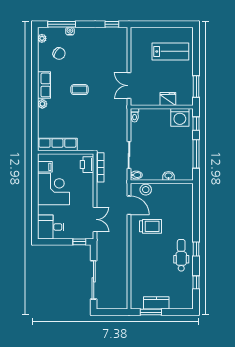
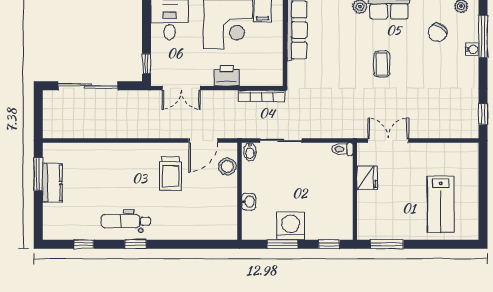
fridge: (168, 99) -> (367, 178), moved
washing machine: (180, 117) -> (291, 226), moved, turned 90
window: (196, 154) -> (282, 244), width x0.69
printer: (87, 165) -> (227, 76), moved
dental chair: (181, 255) -> (126, 221), turned 180

